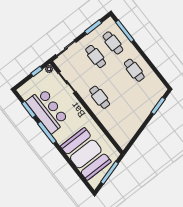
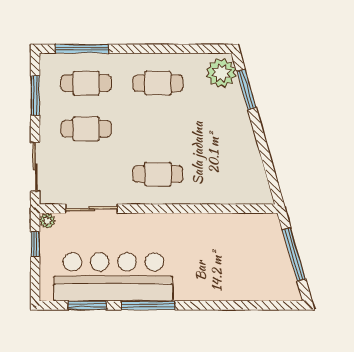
plant: (157, 91) -> (221, 73), added
bar counter: (47, 111) -> (113, 277), width x1.36
booth: (86, 154) -> (233, 269), removed

